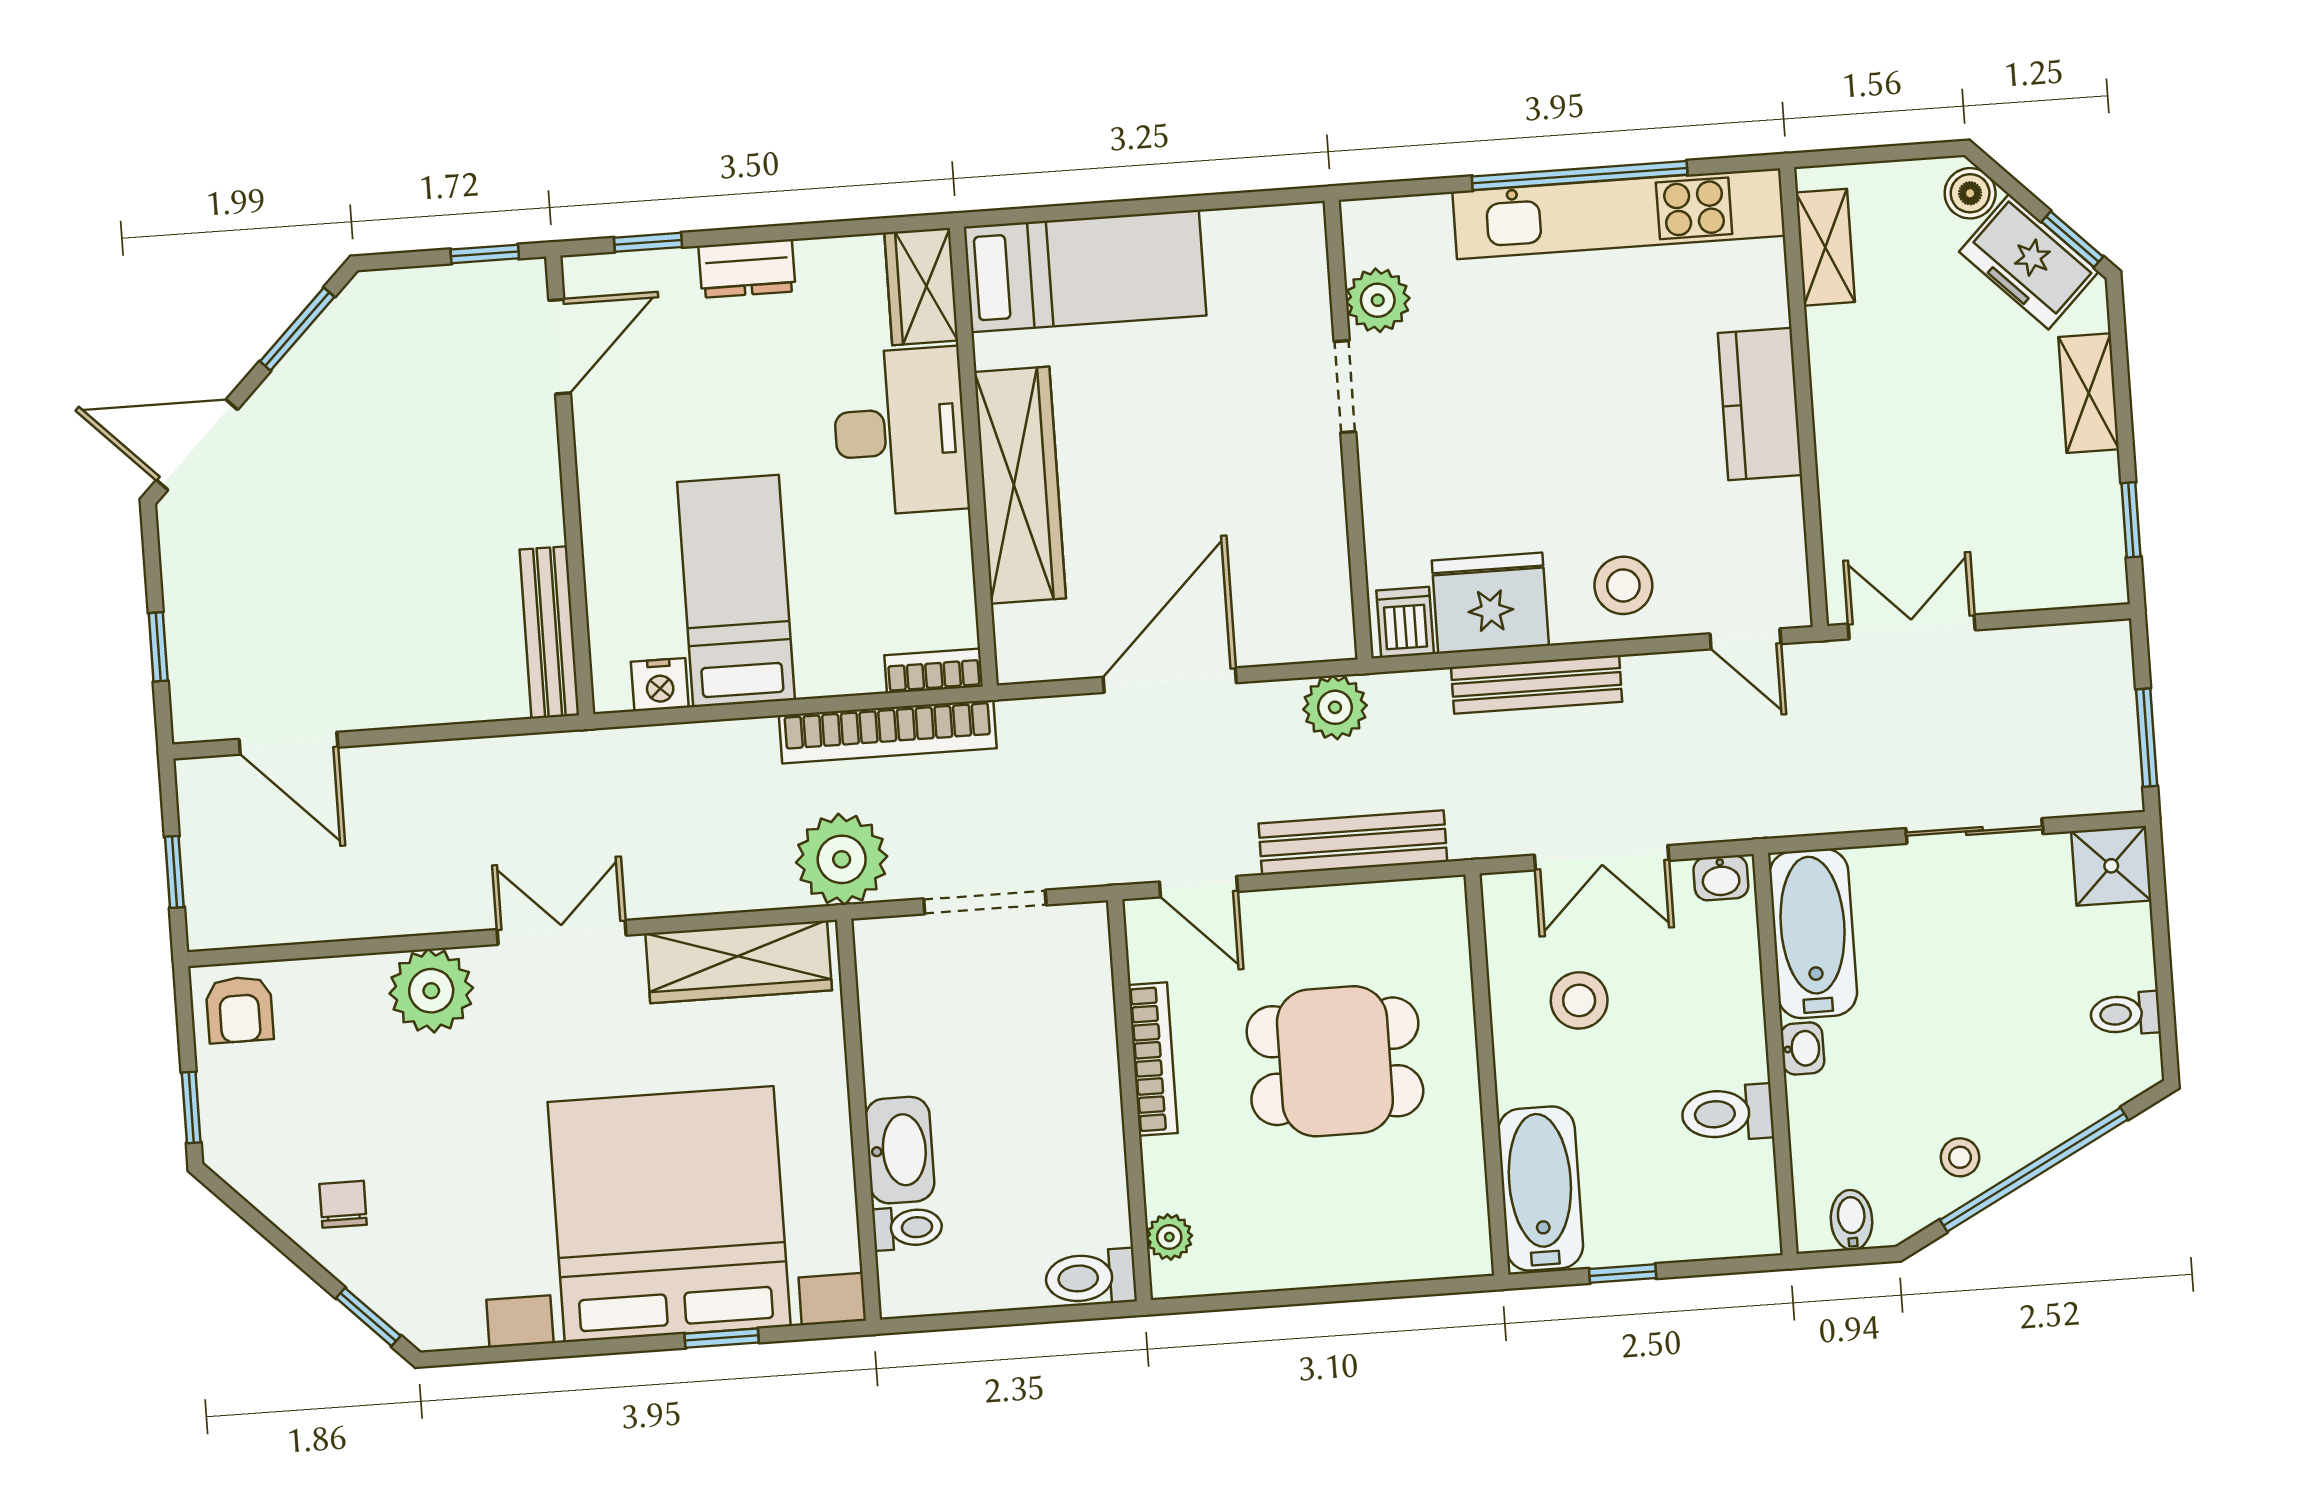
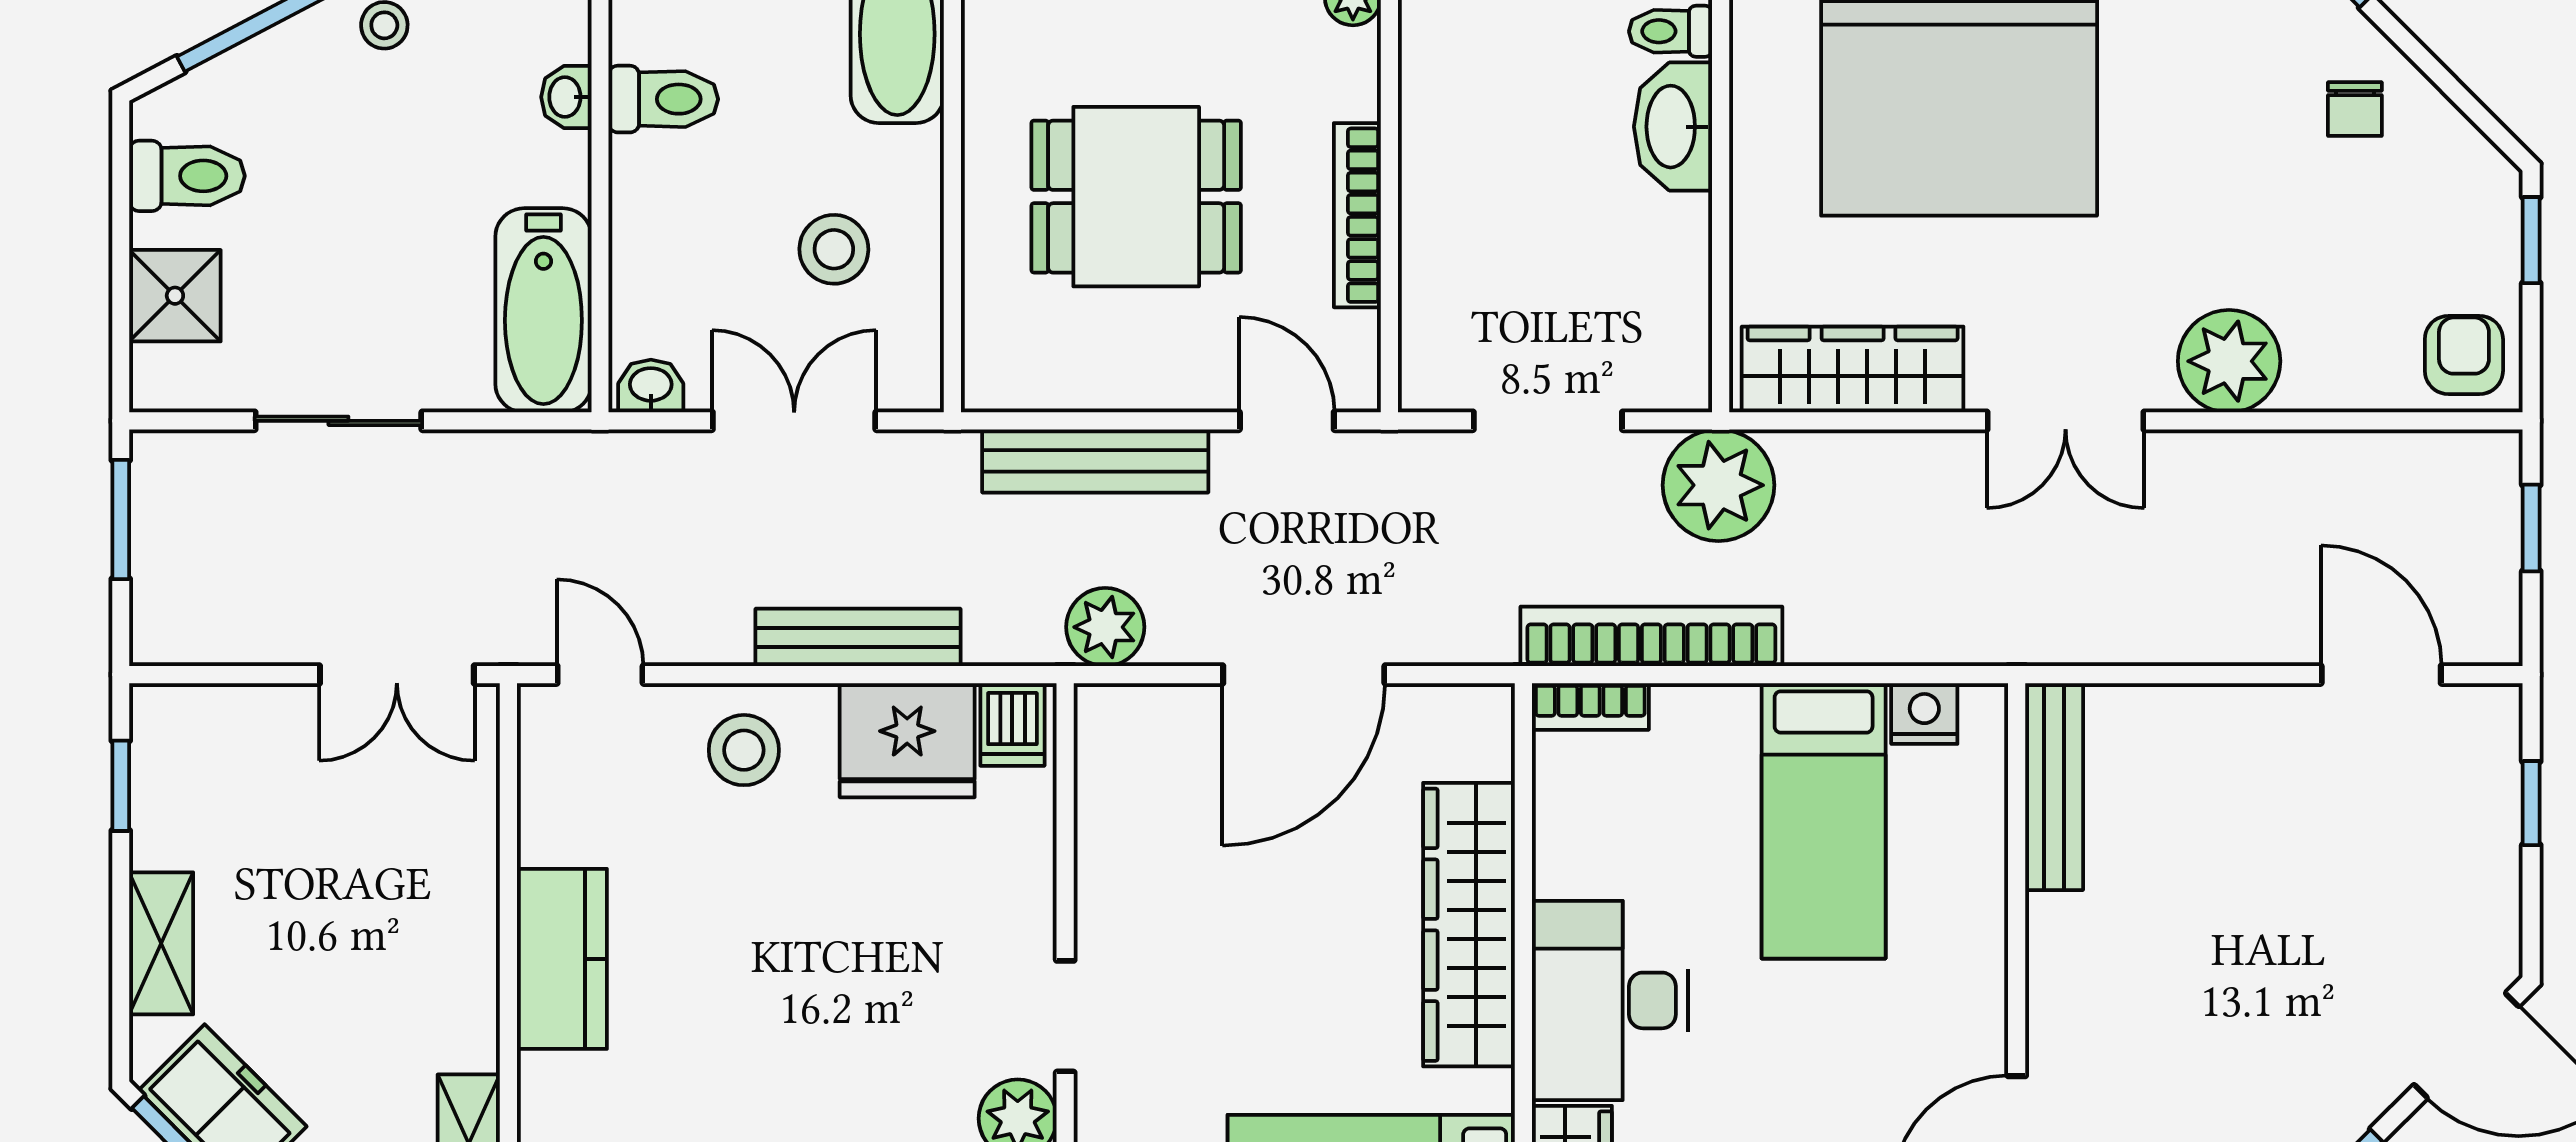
shower: (2111, 866) -> (175, 296), moved
toilet: (2125, 1014) -> (187, 176), width x1.37, depth x1.39
washbasin: (1802, 1048) -> (566, 97), moved

